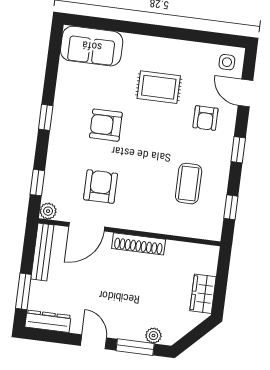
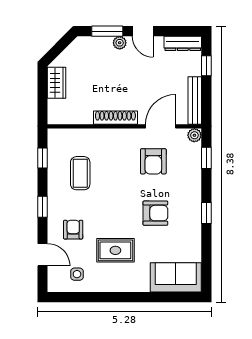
side table: (227, 62) -> (77, 274), moved
window: (23, 291) -> (206, 66), width x0.67
plant: (153, 336) -> (120, 43), moved

